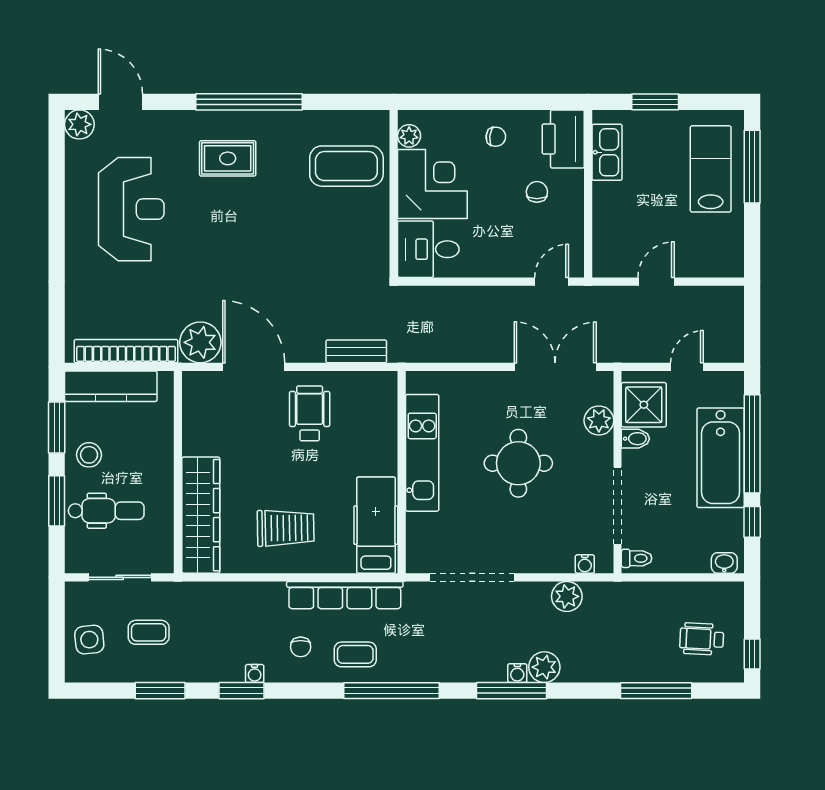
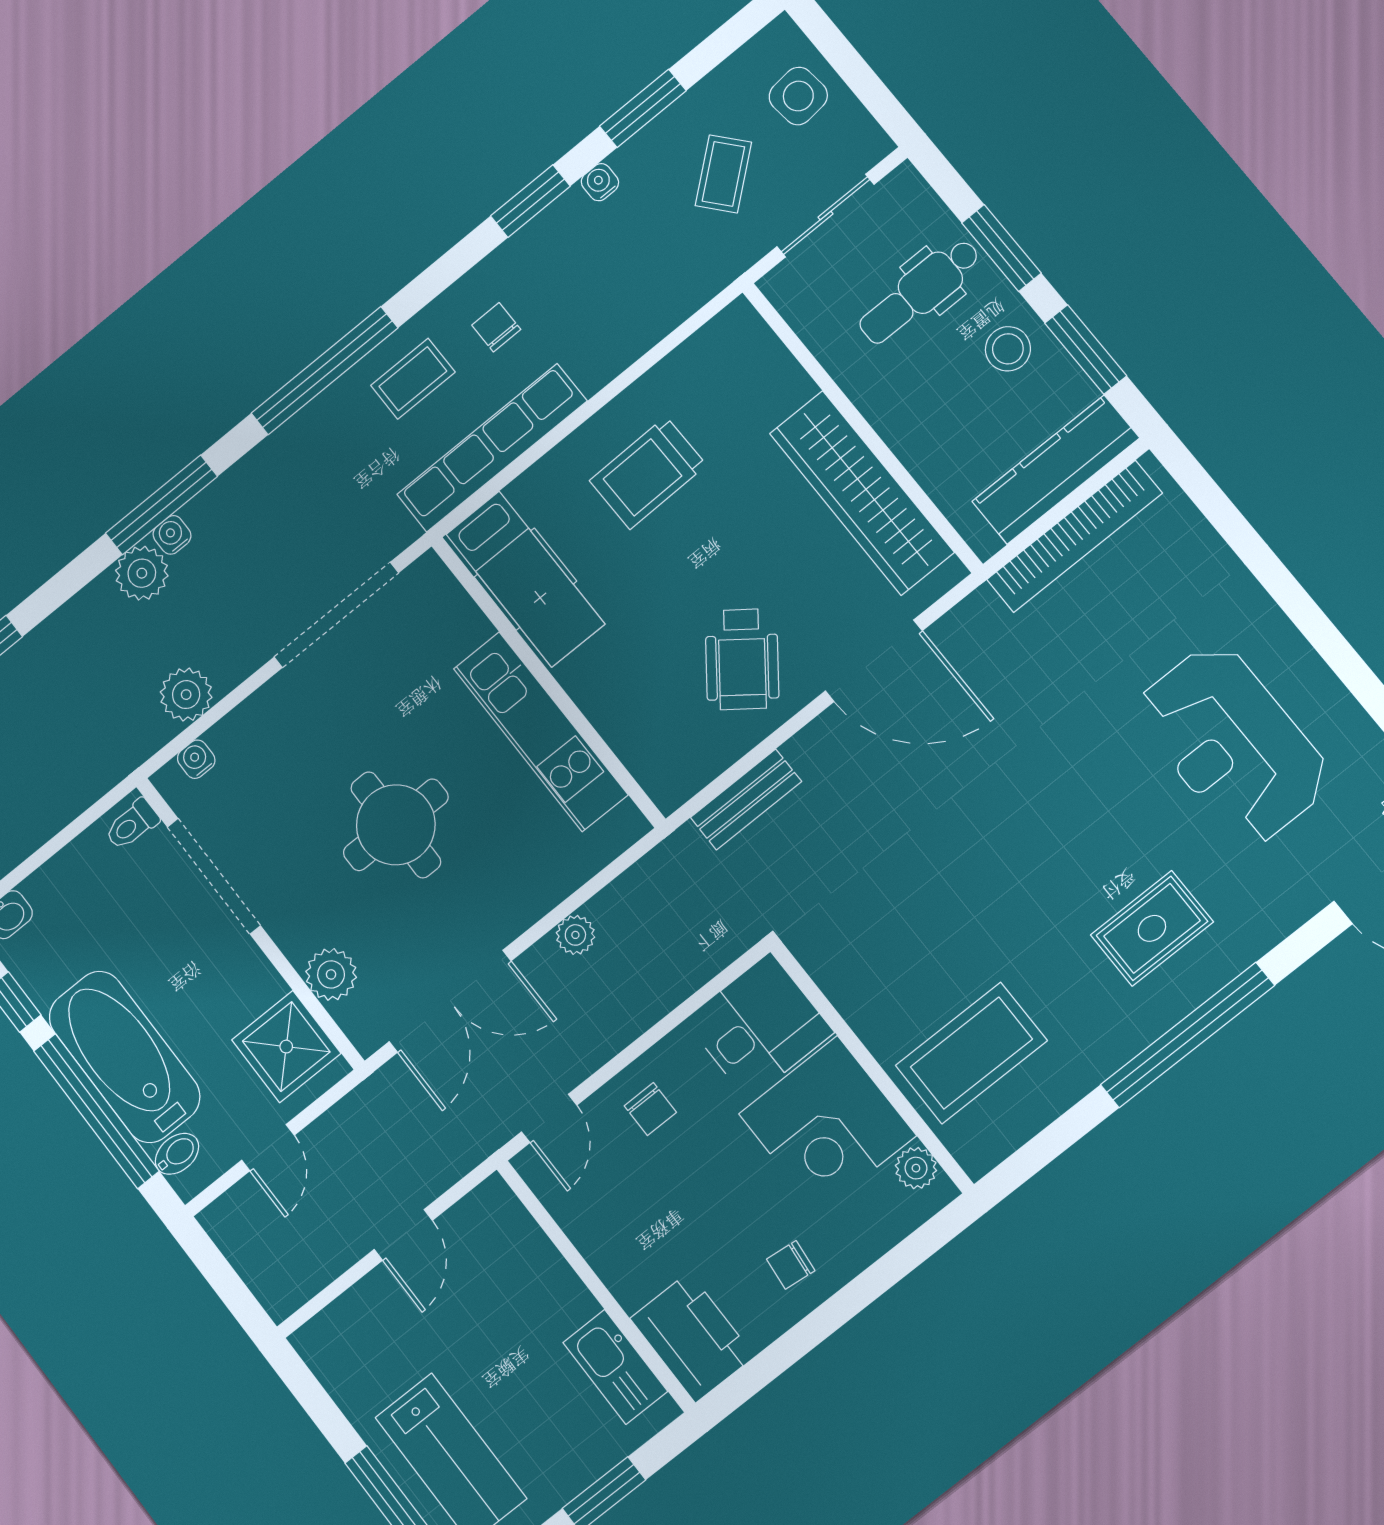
chair: (537, 192) -> (650, 1109), moved
plant: (200, 342) -> (575, 935), moved, width x0.53, depth x0.53
wheelchair: (310, 413) -> (742, 659), turned 37
bidet: (635, 439) -> (177, 1154), moved, turned 180
wardrobe: (201, 515) -> (862, 493), moved
coffee table: (149, 632) -> (723, 174), turned -40
water cooler: (255, 673) -> (600, 182), moved

